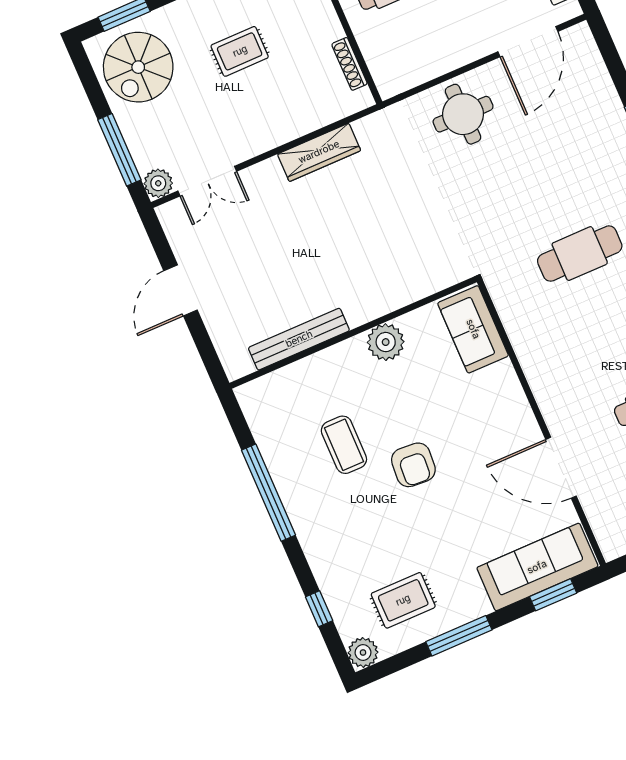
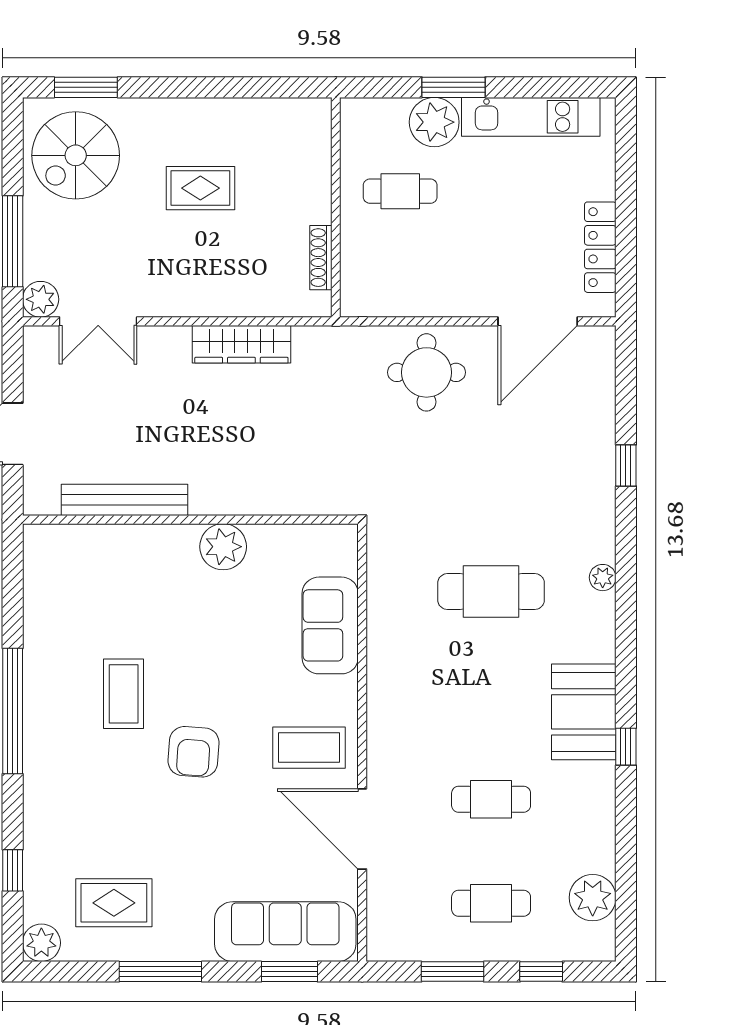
wall: (353, 333) -> (190, 520), moved
bench: (299, 339) -> (125, 500), moved
plant: (386, 342) -> (223, 547), moved
coffee table: (496, 425) -> (309, 748), added

